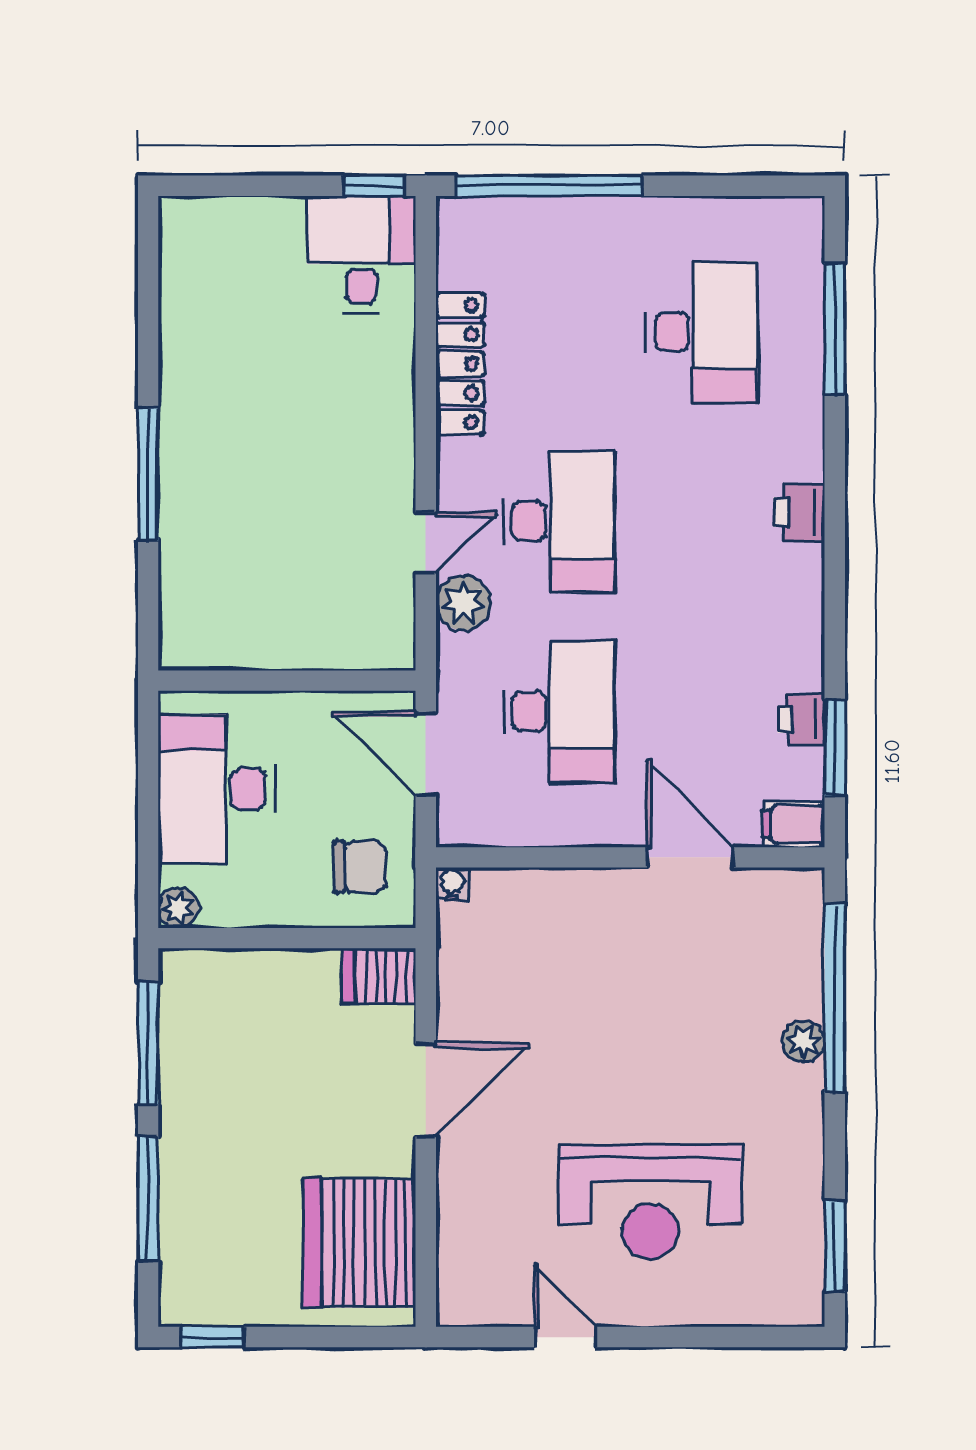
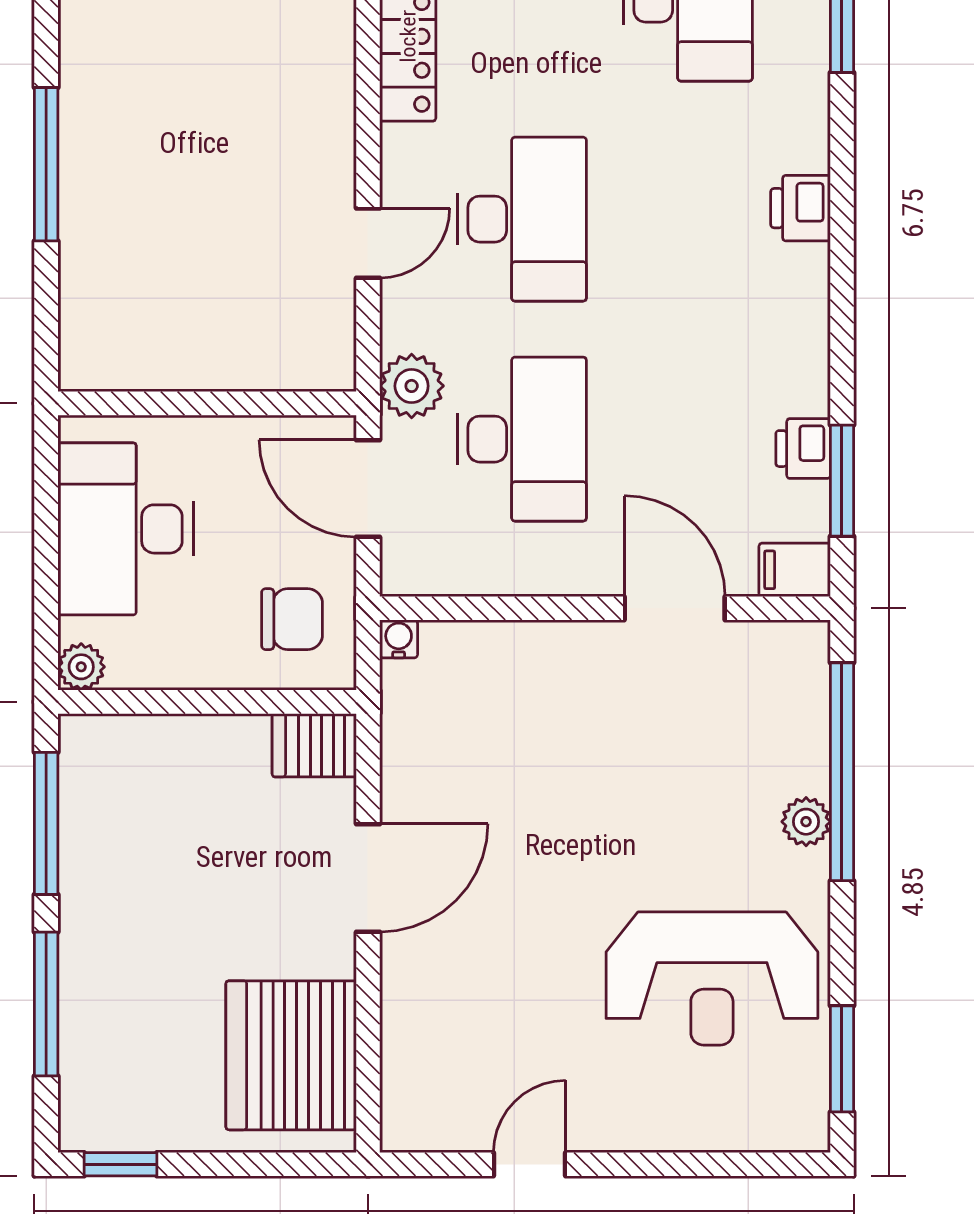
plant: (463, 603) -> (412, 386), moved
reception desk: (650, 1202) -> (712, 979), moved
door: (565, 1337) -> (530, 1164), hinge flipped

